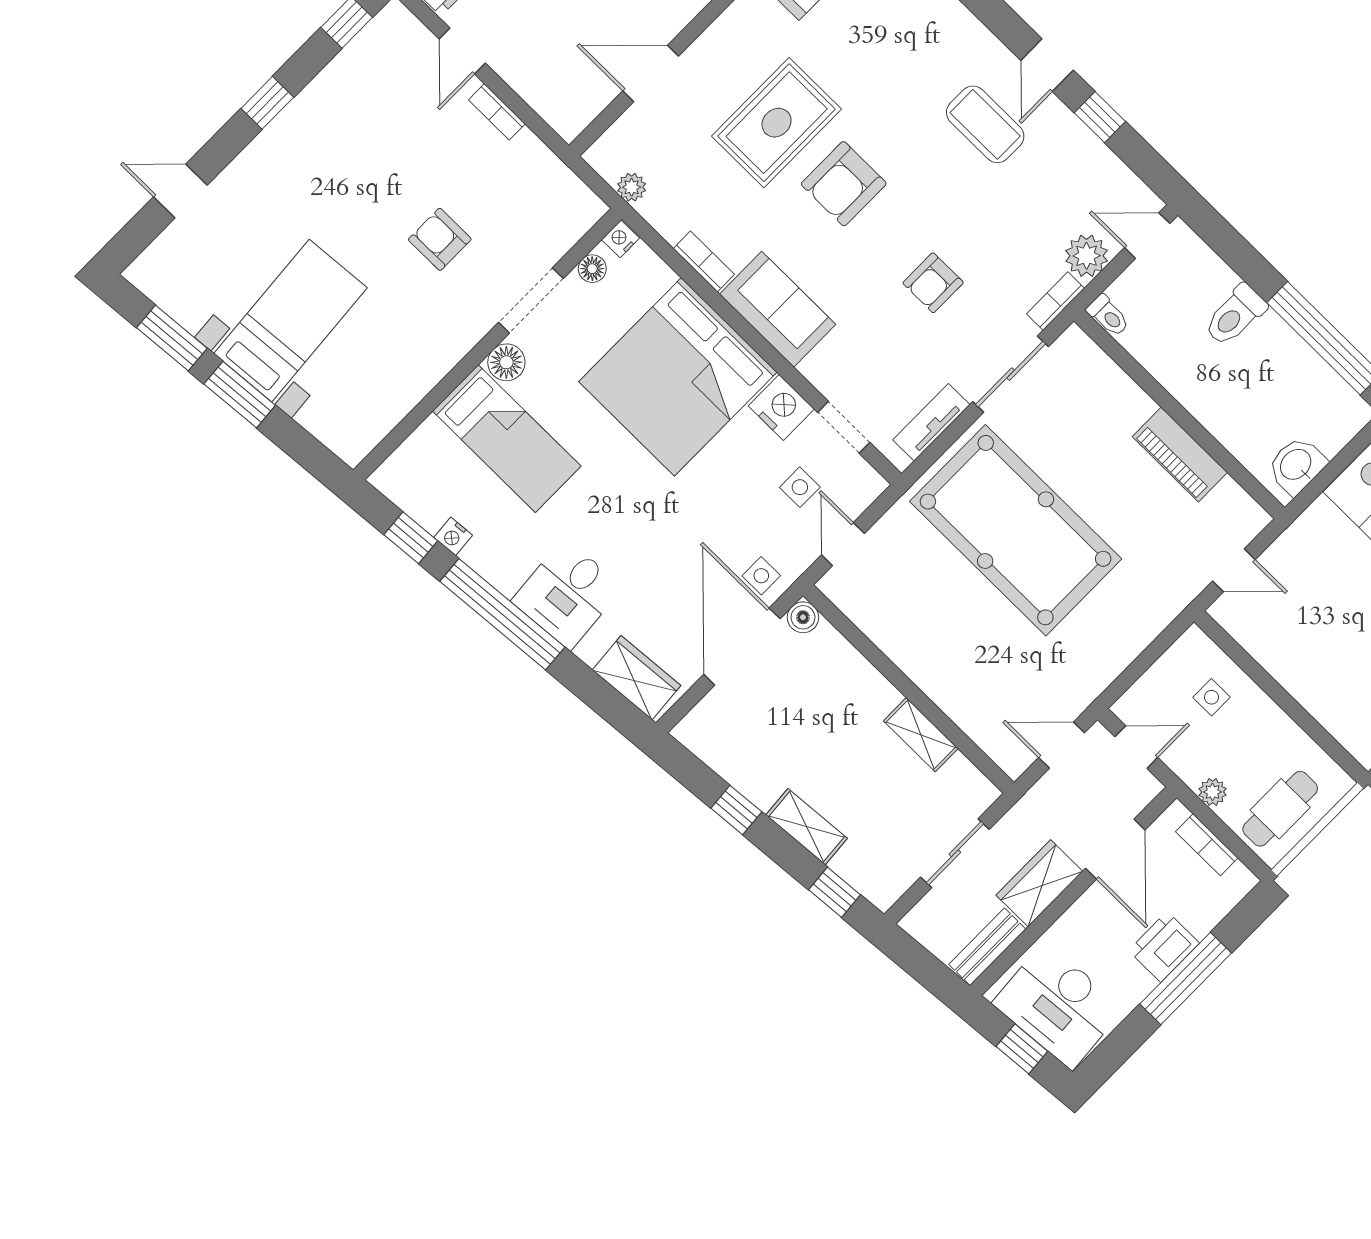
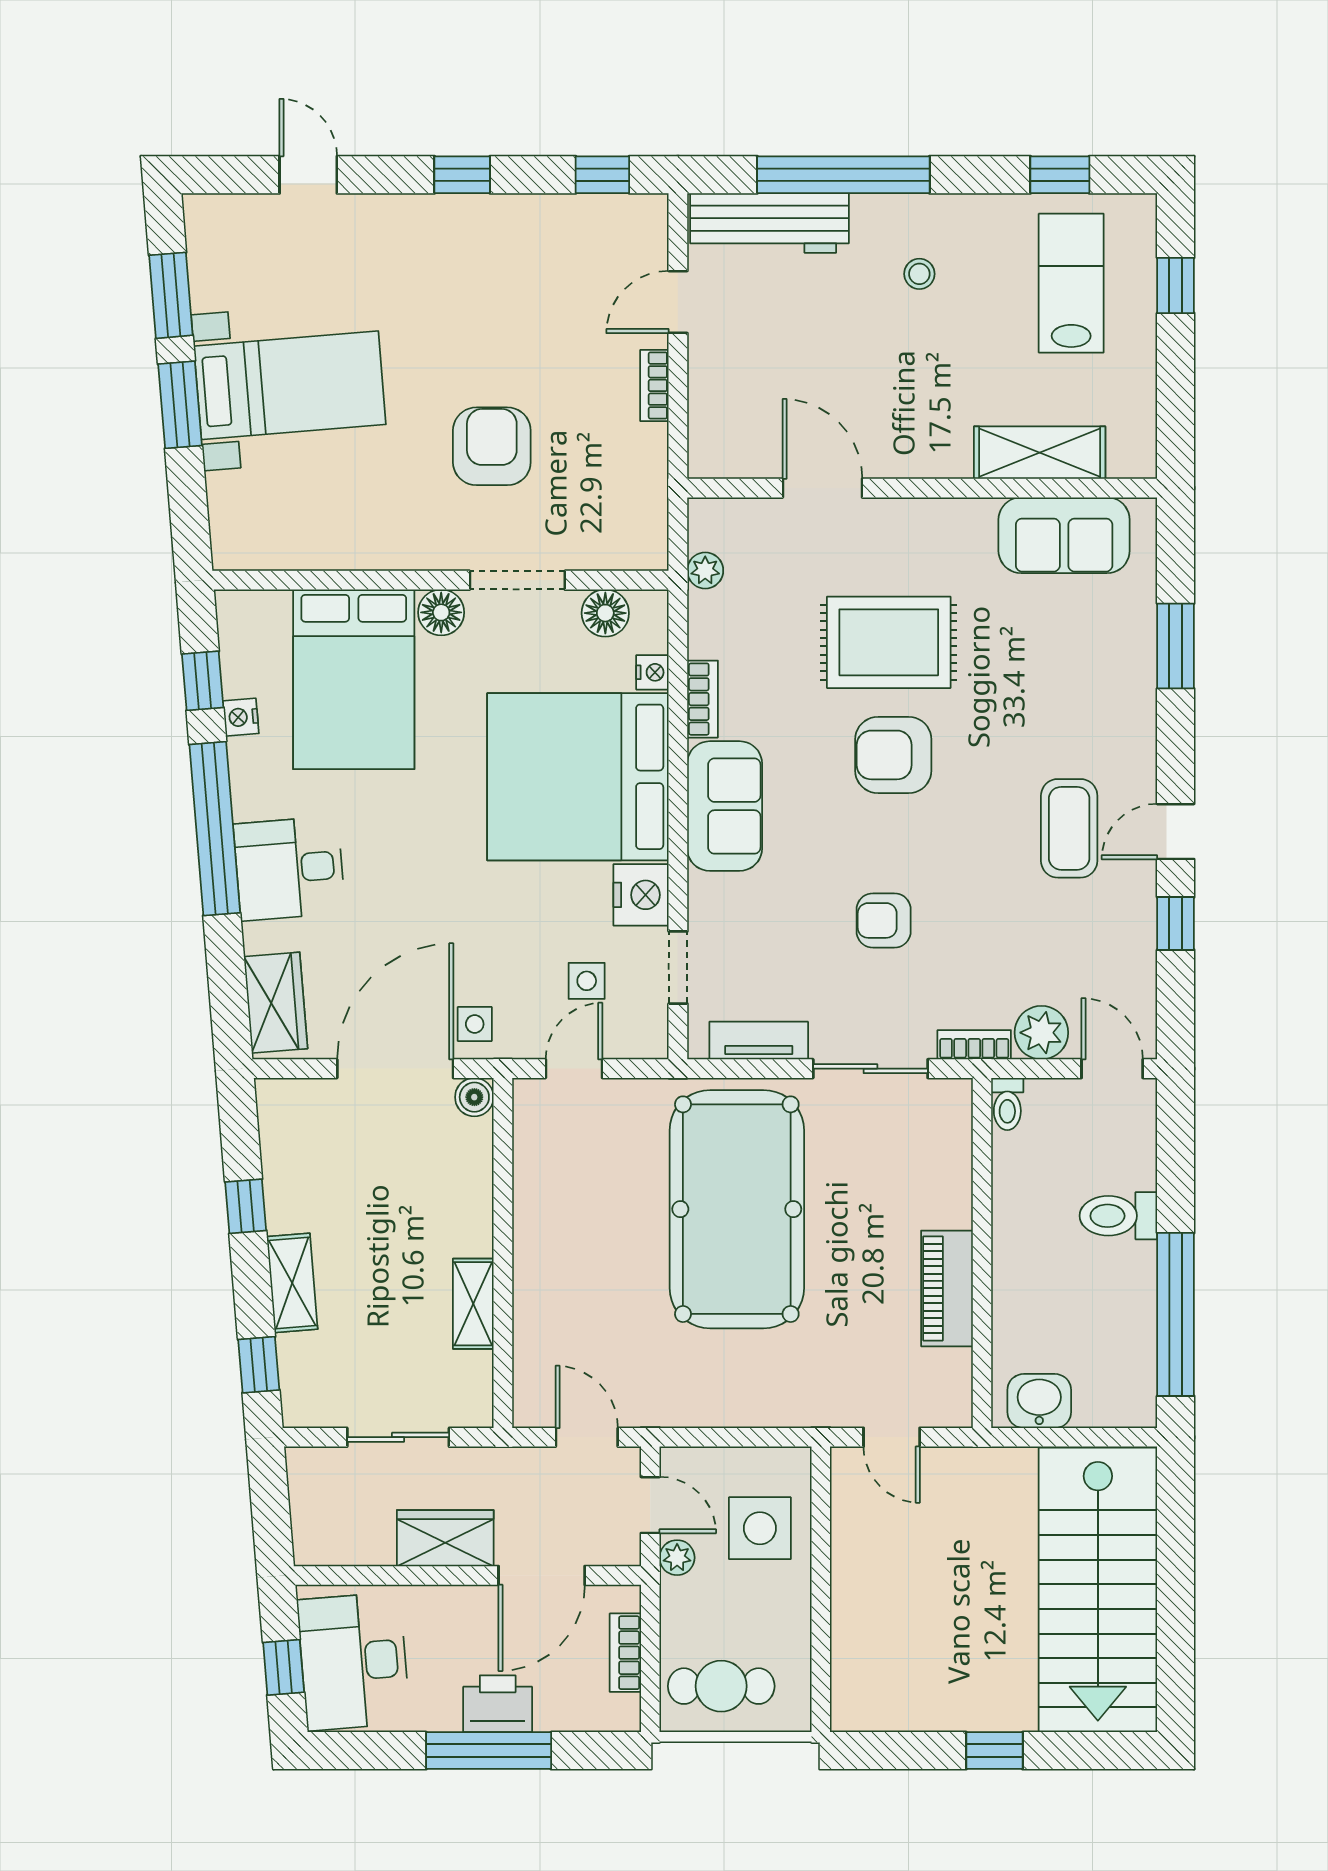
armchair: (440, 239) -> (492, 446), width x1.38, depth x1.38
nightstand: (620, 239) -> (652, 672), moved, turned 90
floor lamp: (592, 269) -> (605, 613), width x1.37, depth x1.37
bed: (507, 439) -> (354, 679), width x1.50
side table: (1212, 697) -> (760, 1528), width x1.87, depth x1.87
plant: (1213, 792) -> (677, 1558), moved
bench: (987, 947) -> (344, 1547), removed

